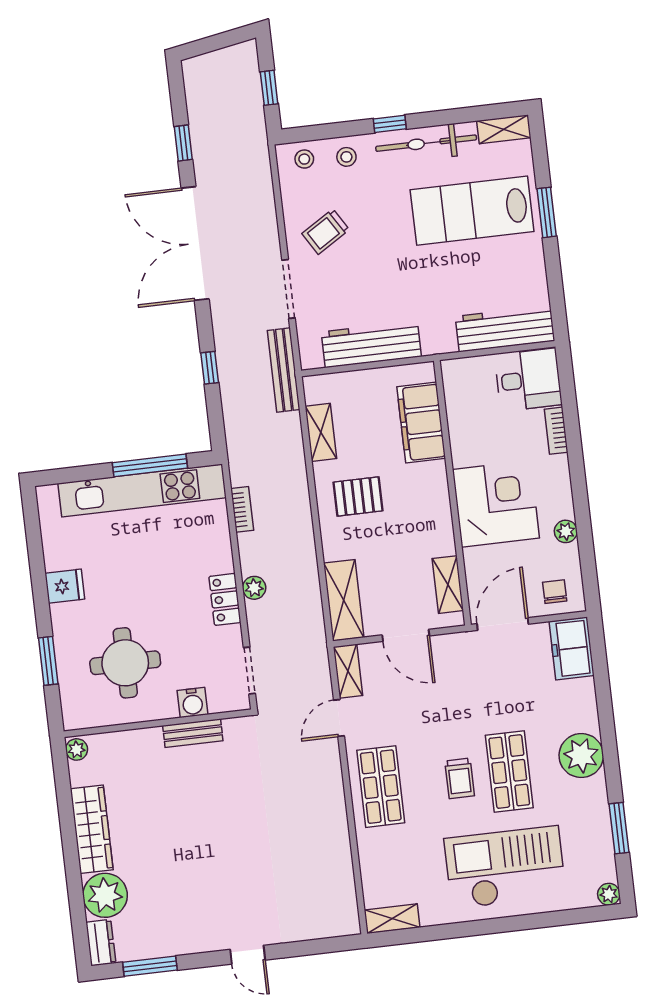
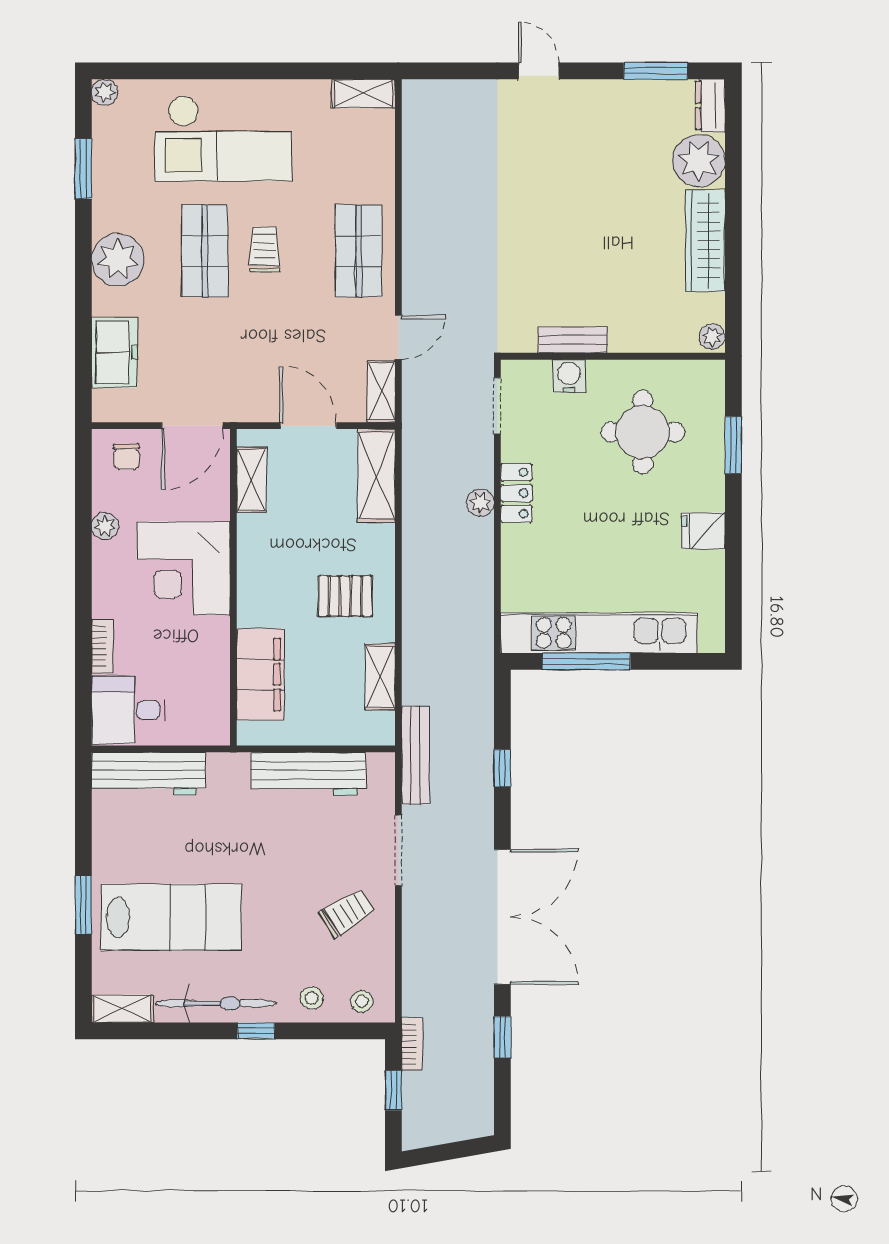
bookcase: (242, 509) -> (412, 1044), moved, turned 180
freezer: (572, 648) -> (114, 352), moved

